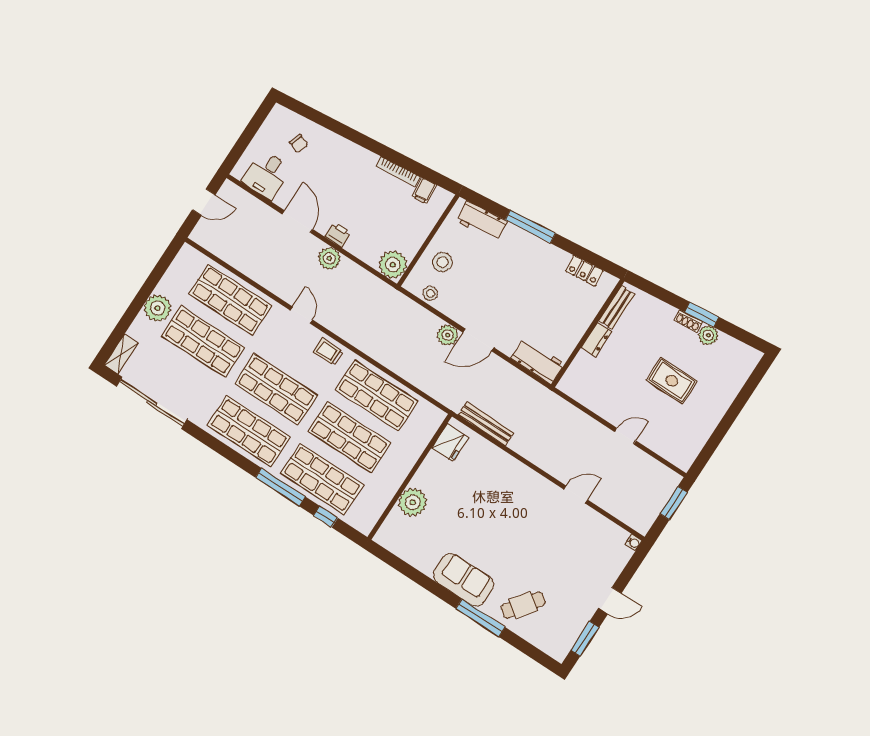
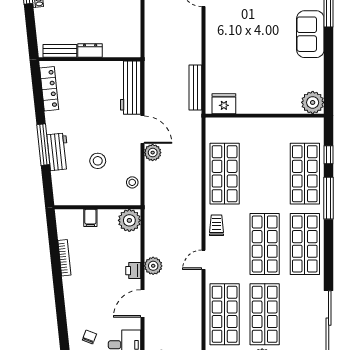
filing cabinet: (424, 191) -> (90, 218), moved, turned 96
workbench: (482, 221) -> (58, 152), moved
stool: (443, 262) -> (98, 161), moved
locker: (584, 271) -> (49, 89), width x1.53
trolley: (328, 352) -> (216, 225), turned 180
workbench: (538, 361) -> (131, 88), width x1.38
shop shelf: (349, 437) -> (265, 174), removed
plant: (413, 502) -> (313, 102), moved

